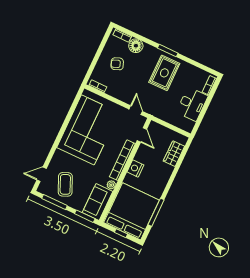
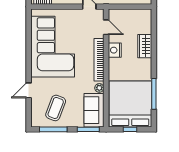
wardrobe: (174, 154) -> (145, 46), moved
nightstand: (135, 168) -> (115, 50), moved
door: (42, 174) -> (29, 90), moved
coffee table: (65, 184) -> (56, 108), turned 45

